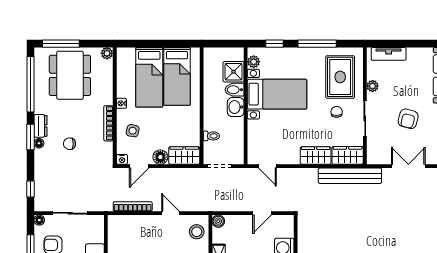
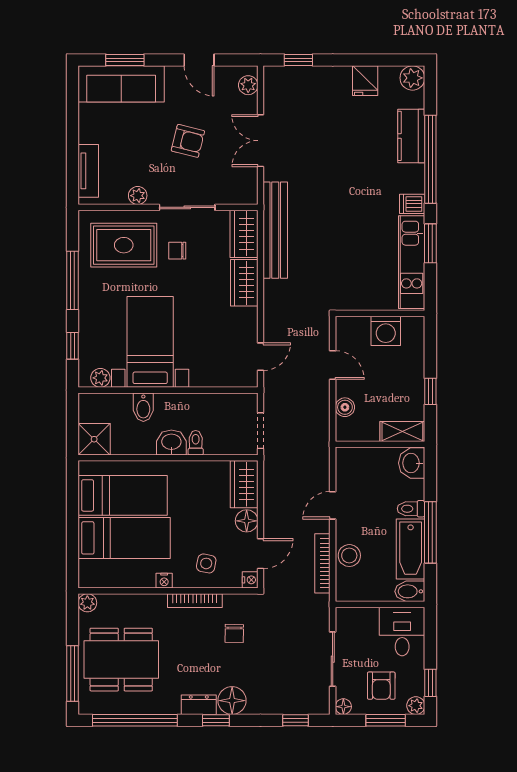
shower: (234, 72) -> (94, 439), moved
washbasin: (236, 107) -> (171, 442), moved, turned 180
toilet: (211, 136) -> (196, 443), moved
window: (30, 137) -> (216, 720), width x0.67
floor lamp: (39, 143) -> (232, 701), width x1.89, depth x1.89
chair: (70, 144) -> (234, 633), moved
door: (139, 166) -> (261, 554), hinge flipped
boiler: (218, 221) -> (345, 407), moved
stool: (197, 232) -> (349, 556), moved

